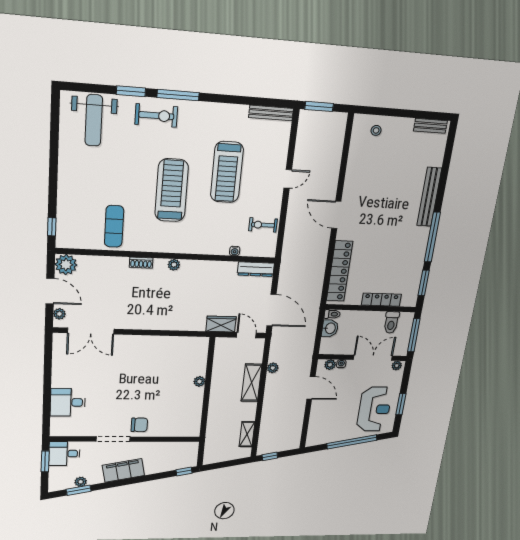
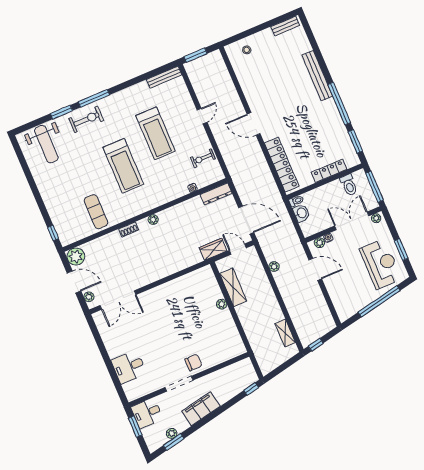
treadmill: (172, 190) -> (123, 166), turned 180
shelving: (252, 383) -> (233, 287), moved

